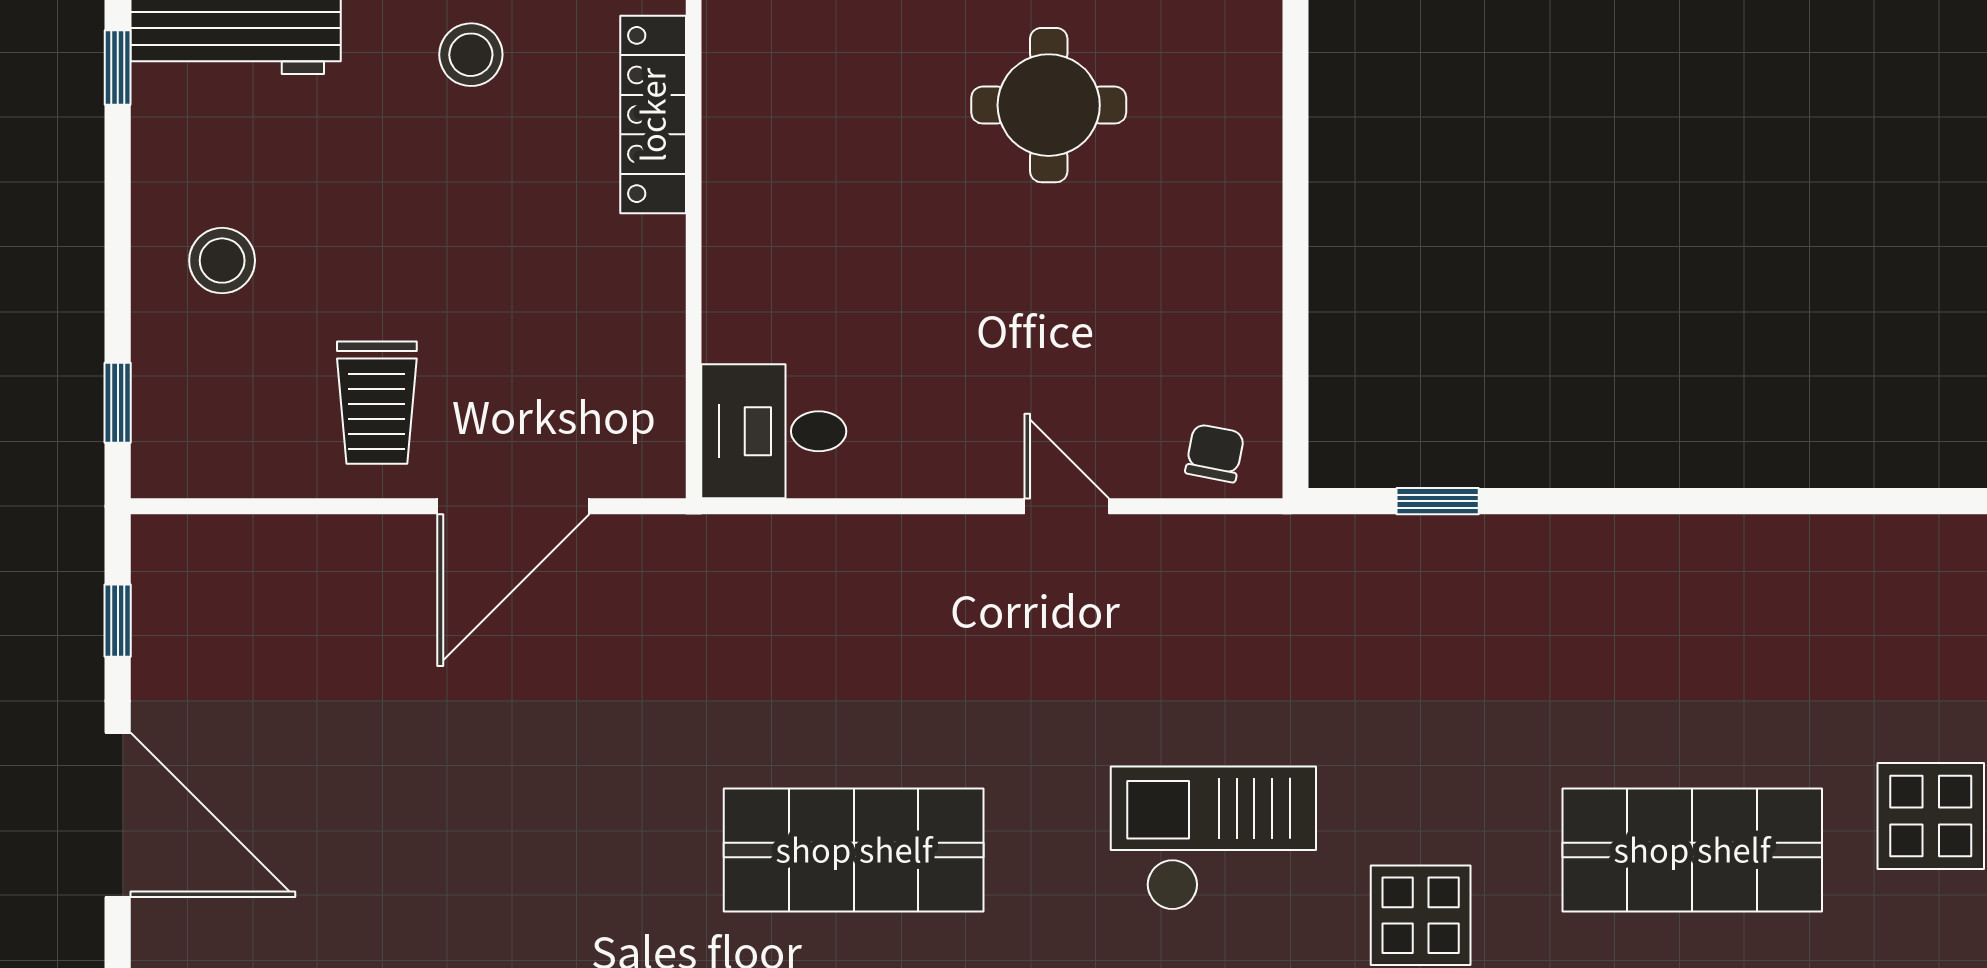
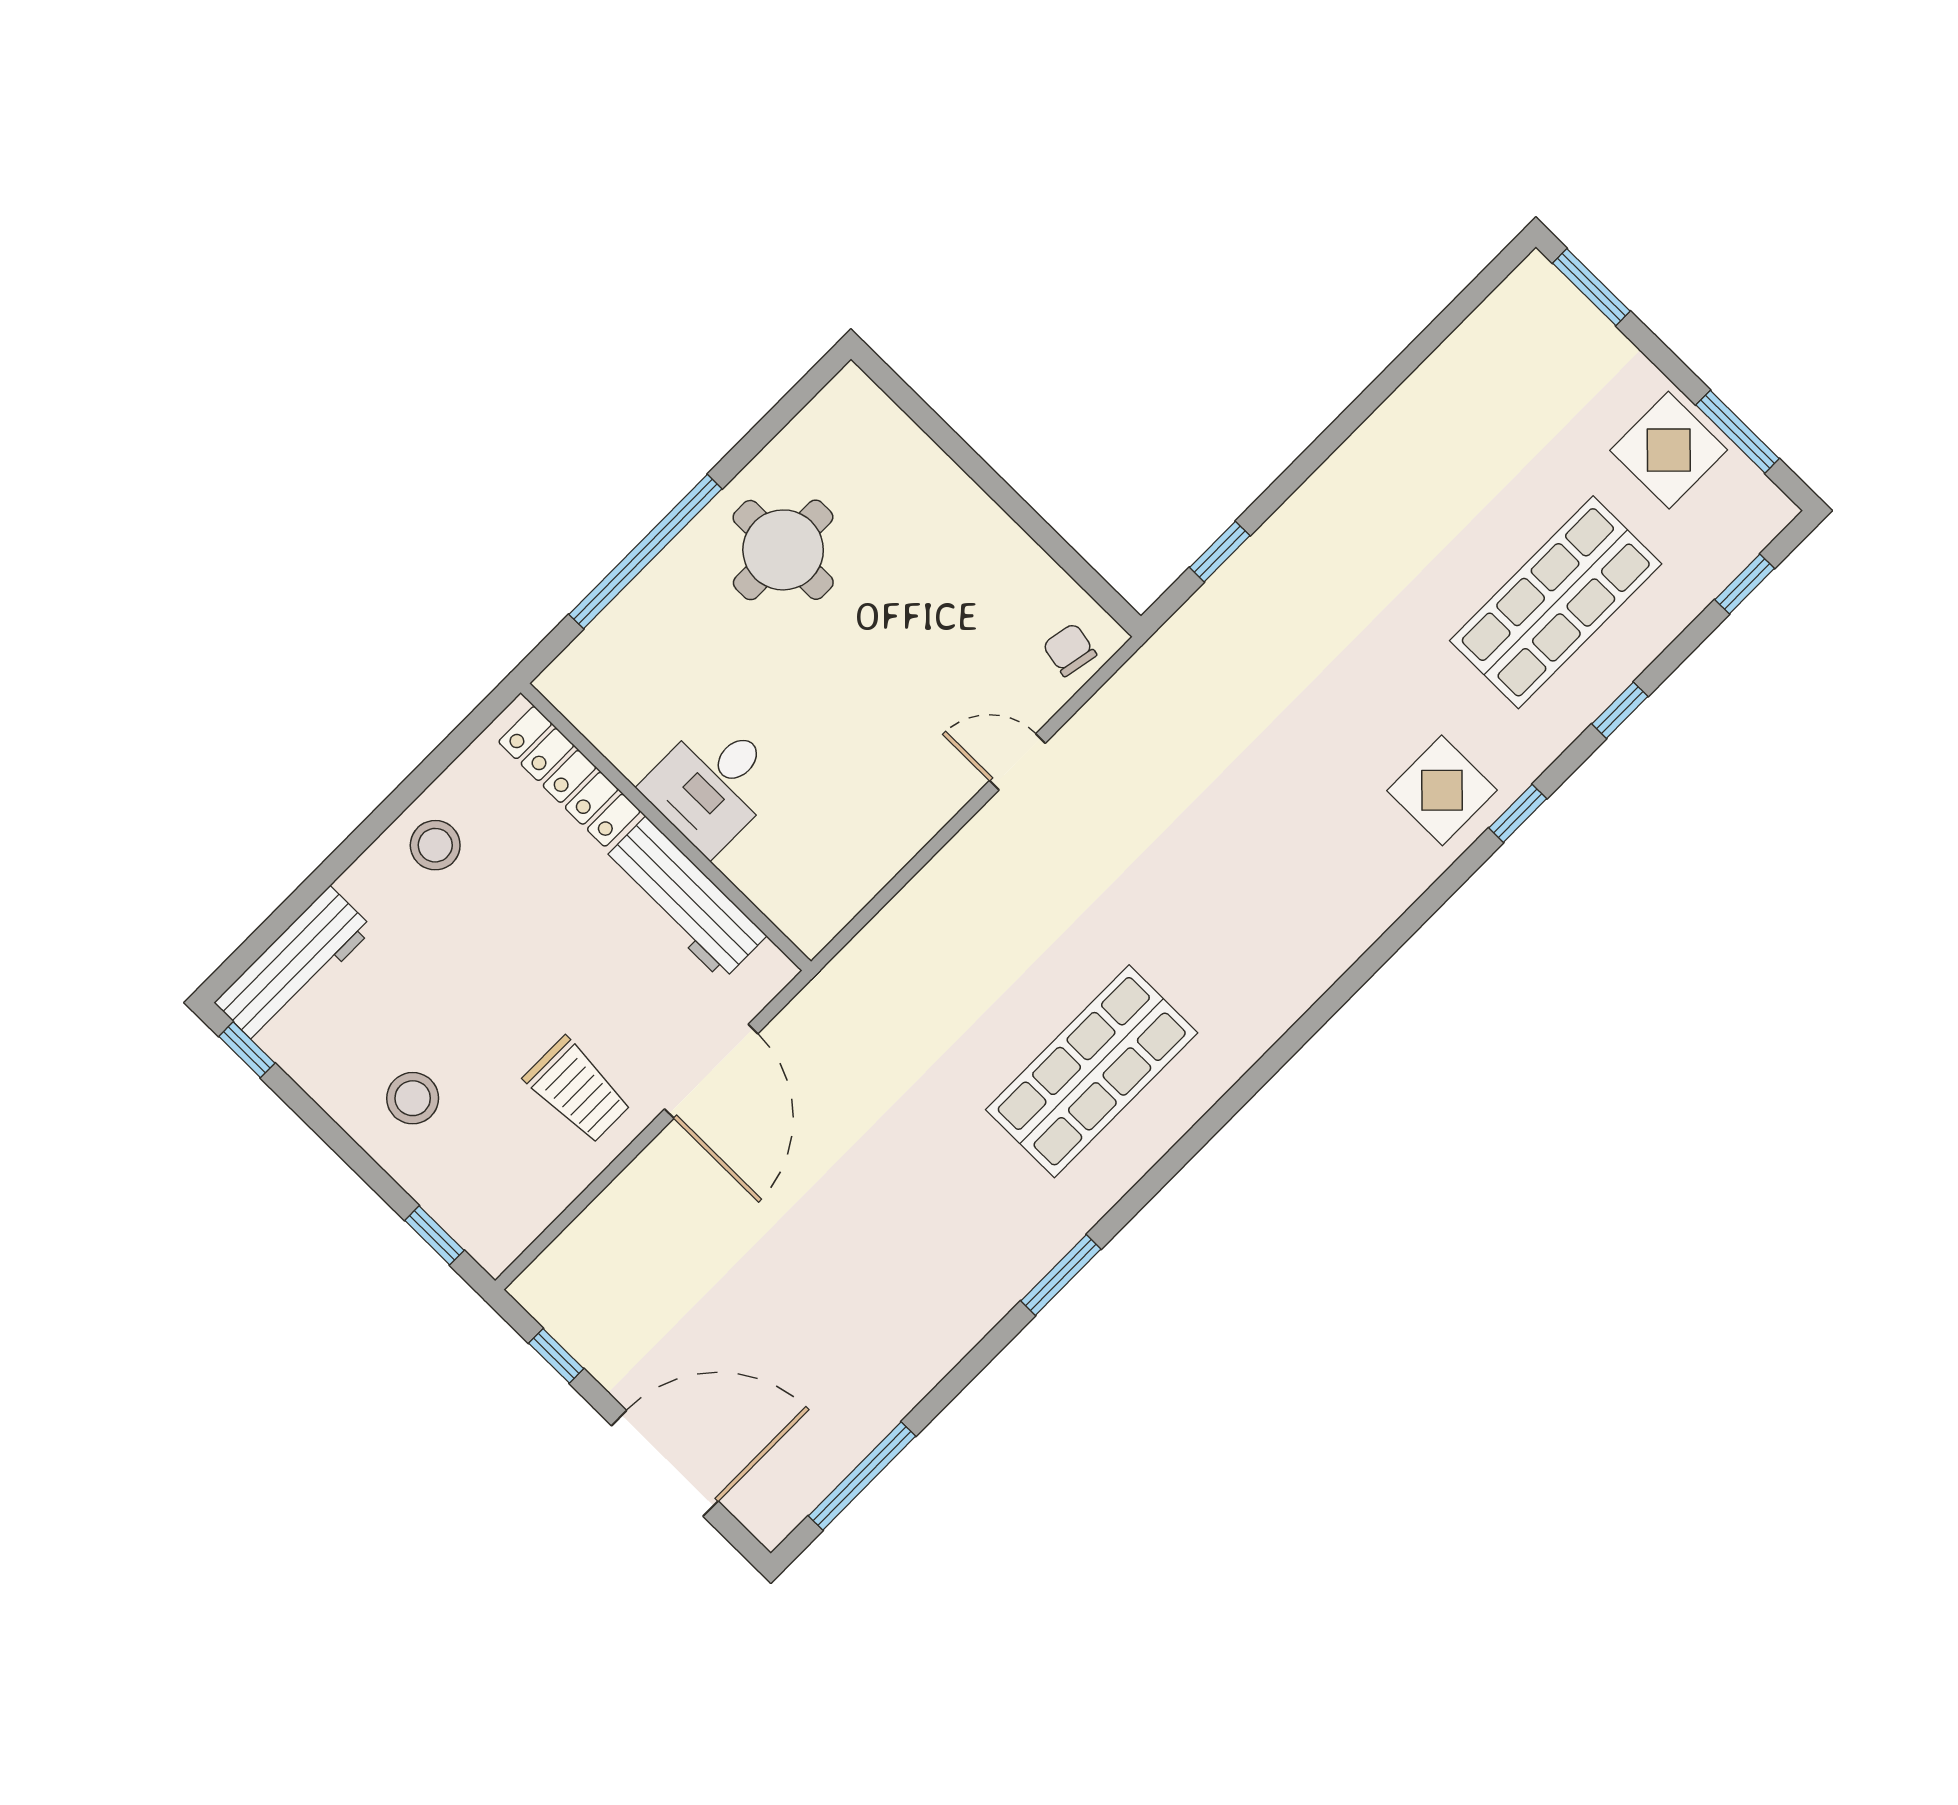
workbench: (645, 327) -> (684, 899), added
desk: (774, 431) -> (712, 784), moved
checkout: (1213, 839) -> (1284, 864), removed

